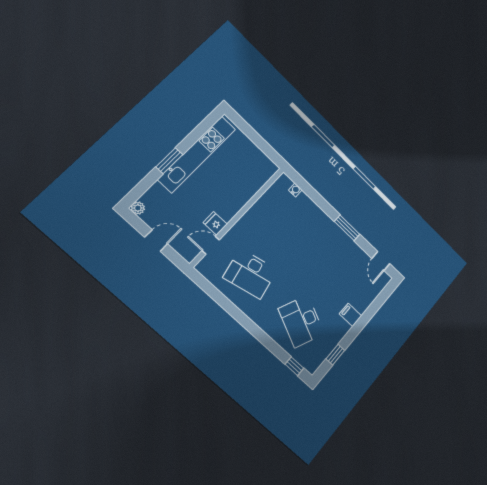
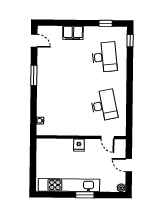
fridge: (215, 223) -> (79, 145), moved
door: (381, 261) -> (34, 41), hinge flipped
filing cabinet: (351, 315) -> (73, 33), width x2.00
desk: (301, 321) -> (104, 57), turned -30

